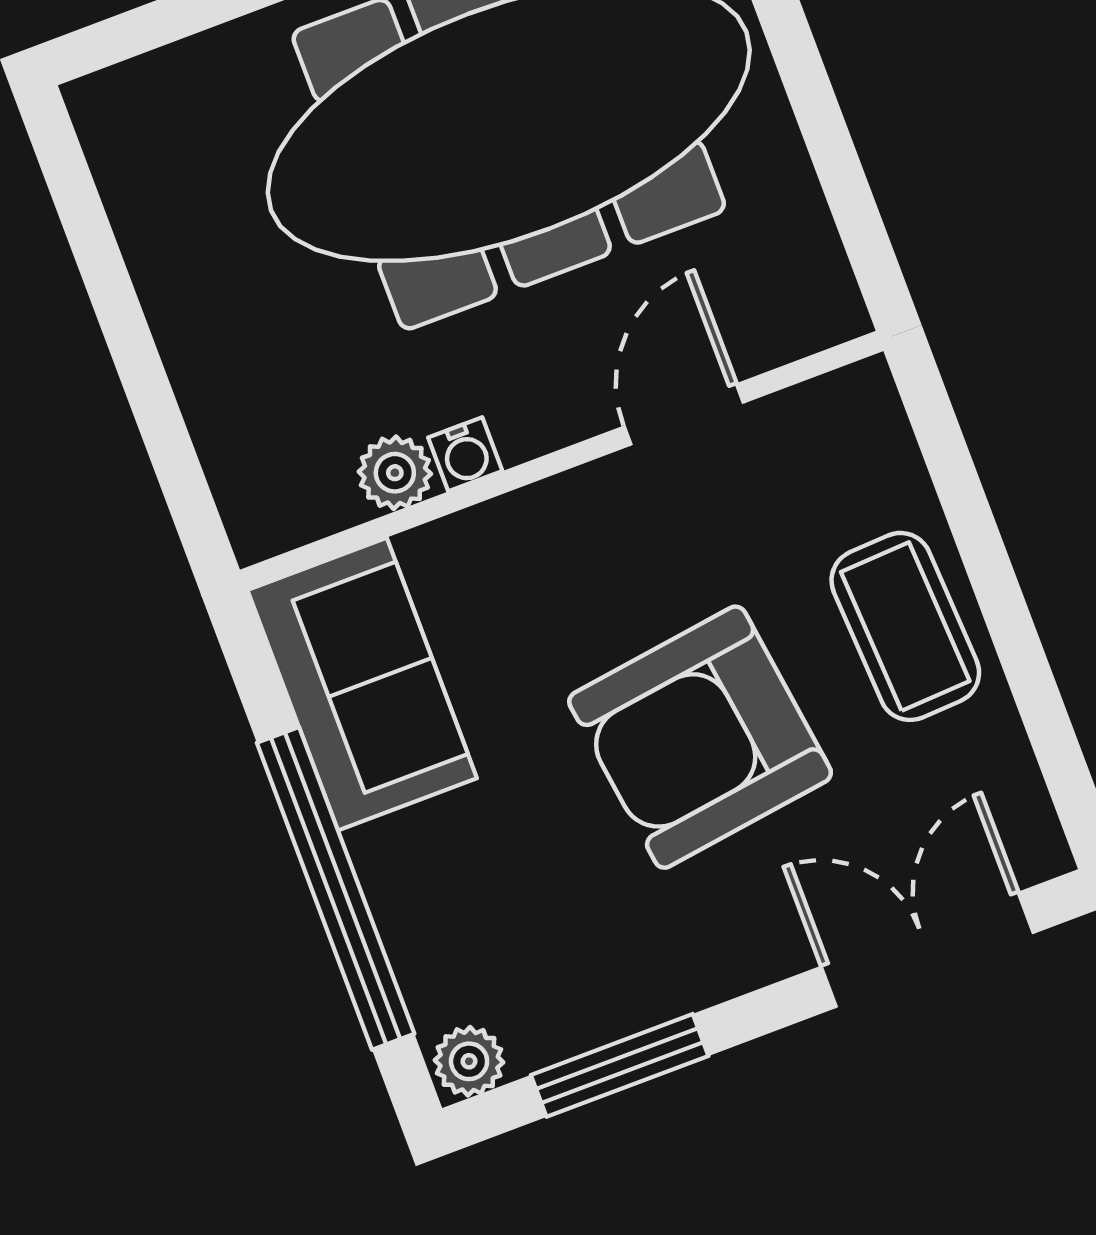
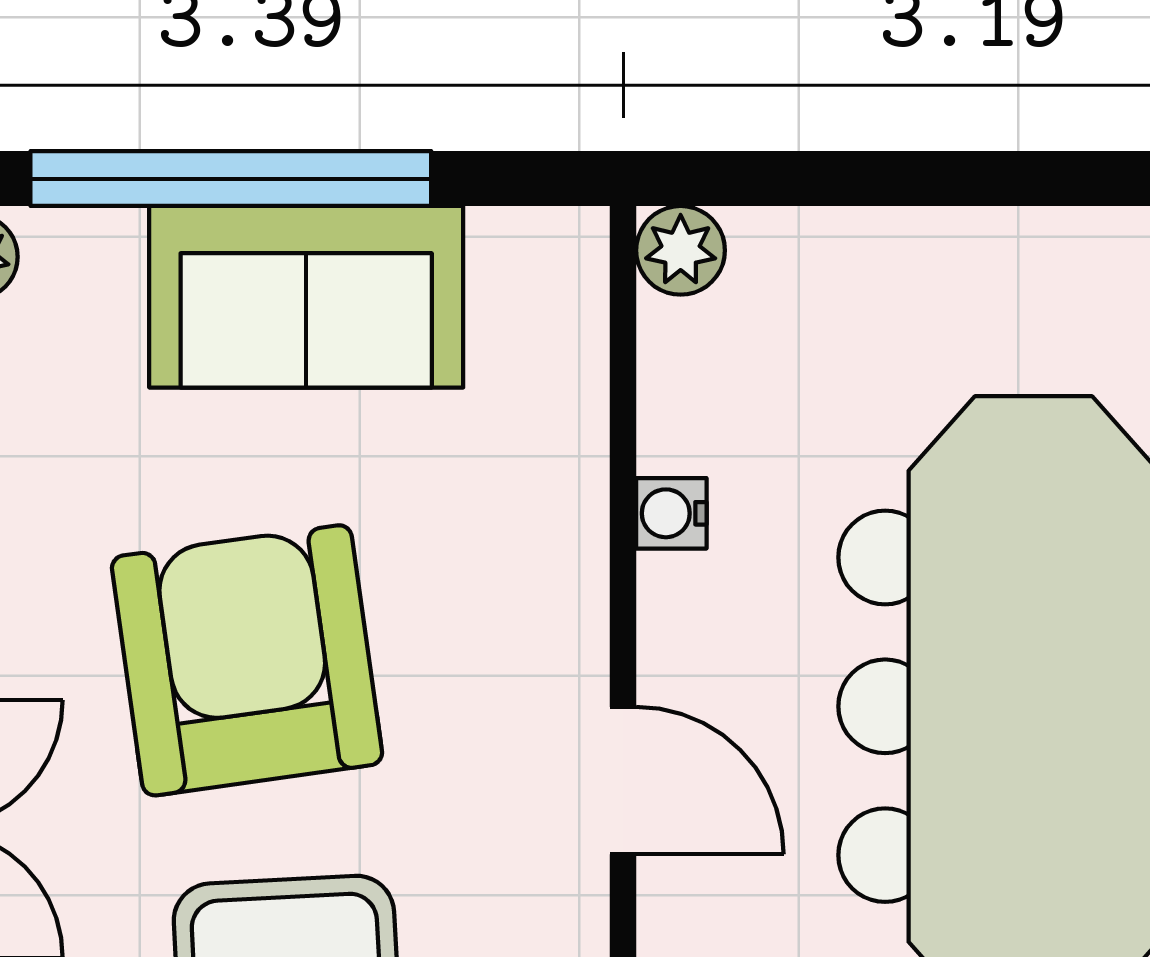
plant: (395, 473) -> (681, 250), moved
sofa: (362, 684) -> (306, 297), moved

